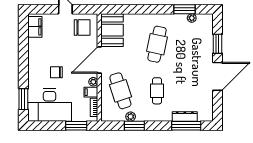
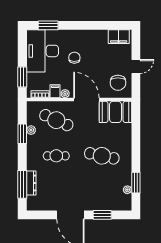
cafe table: (120, 91) -> (56, 120), turned 42

